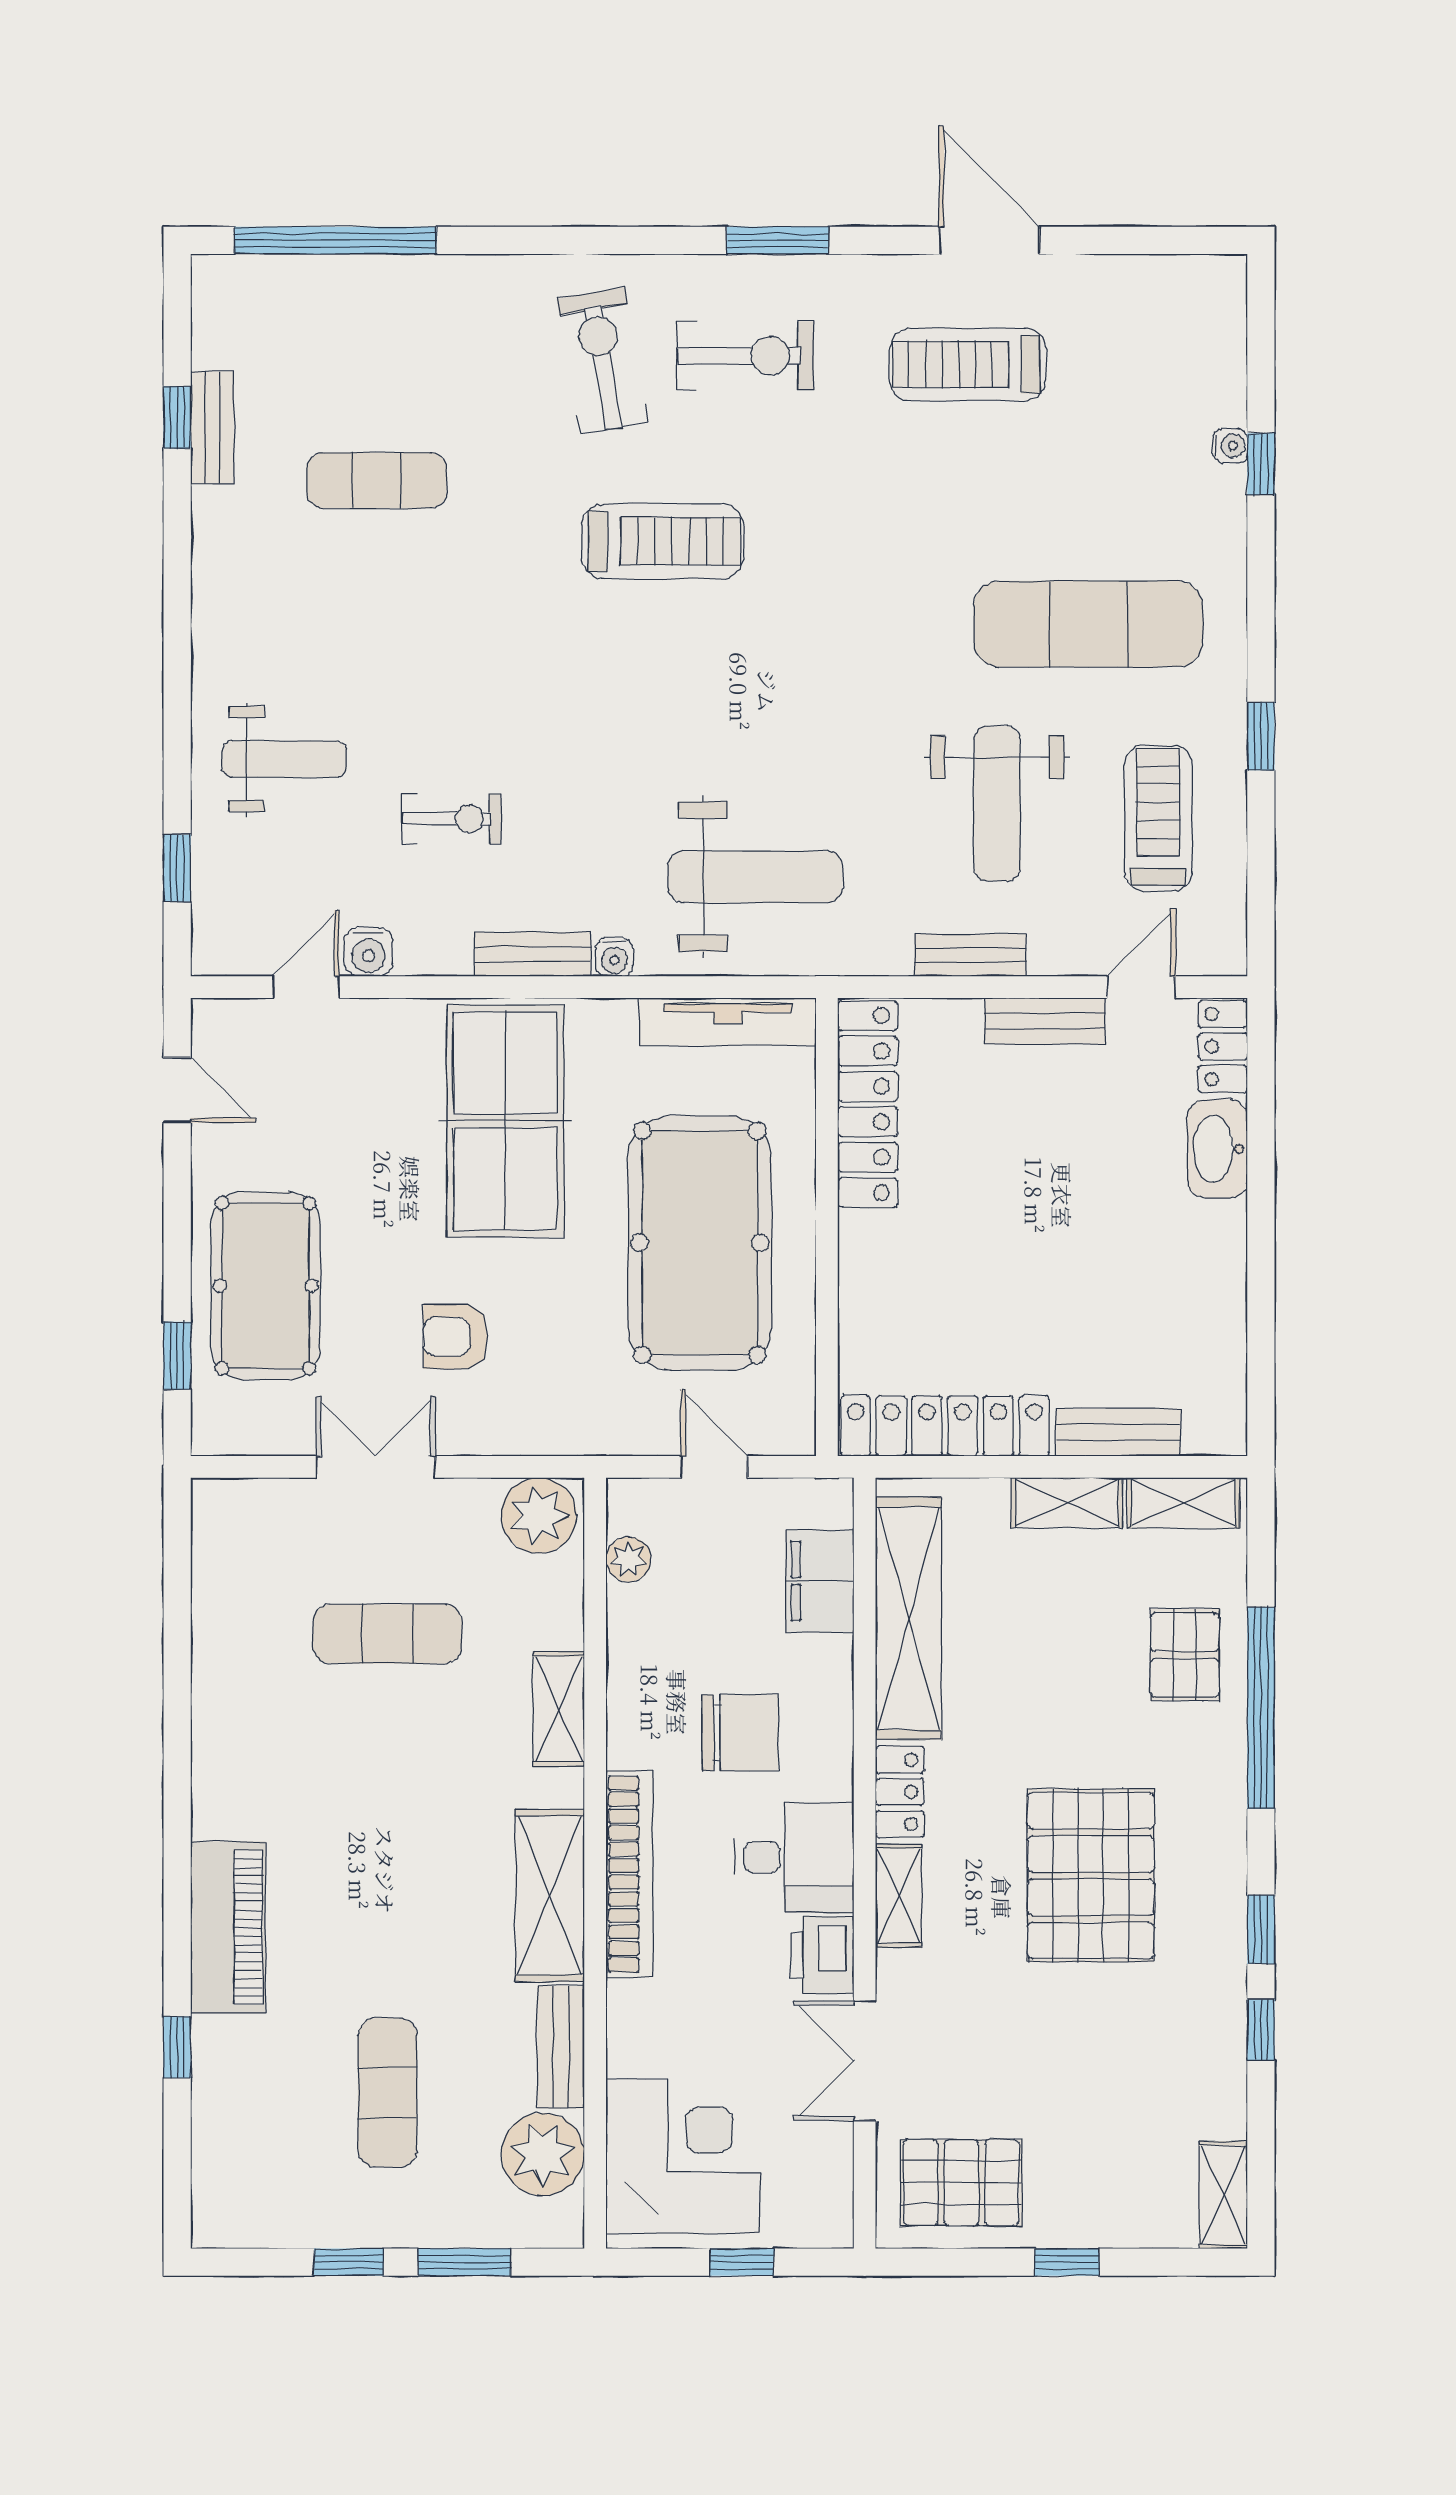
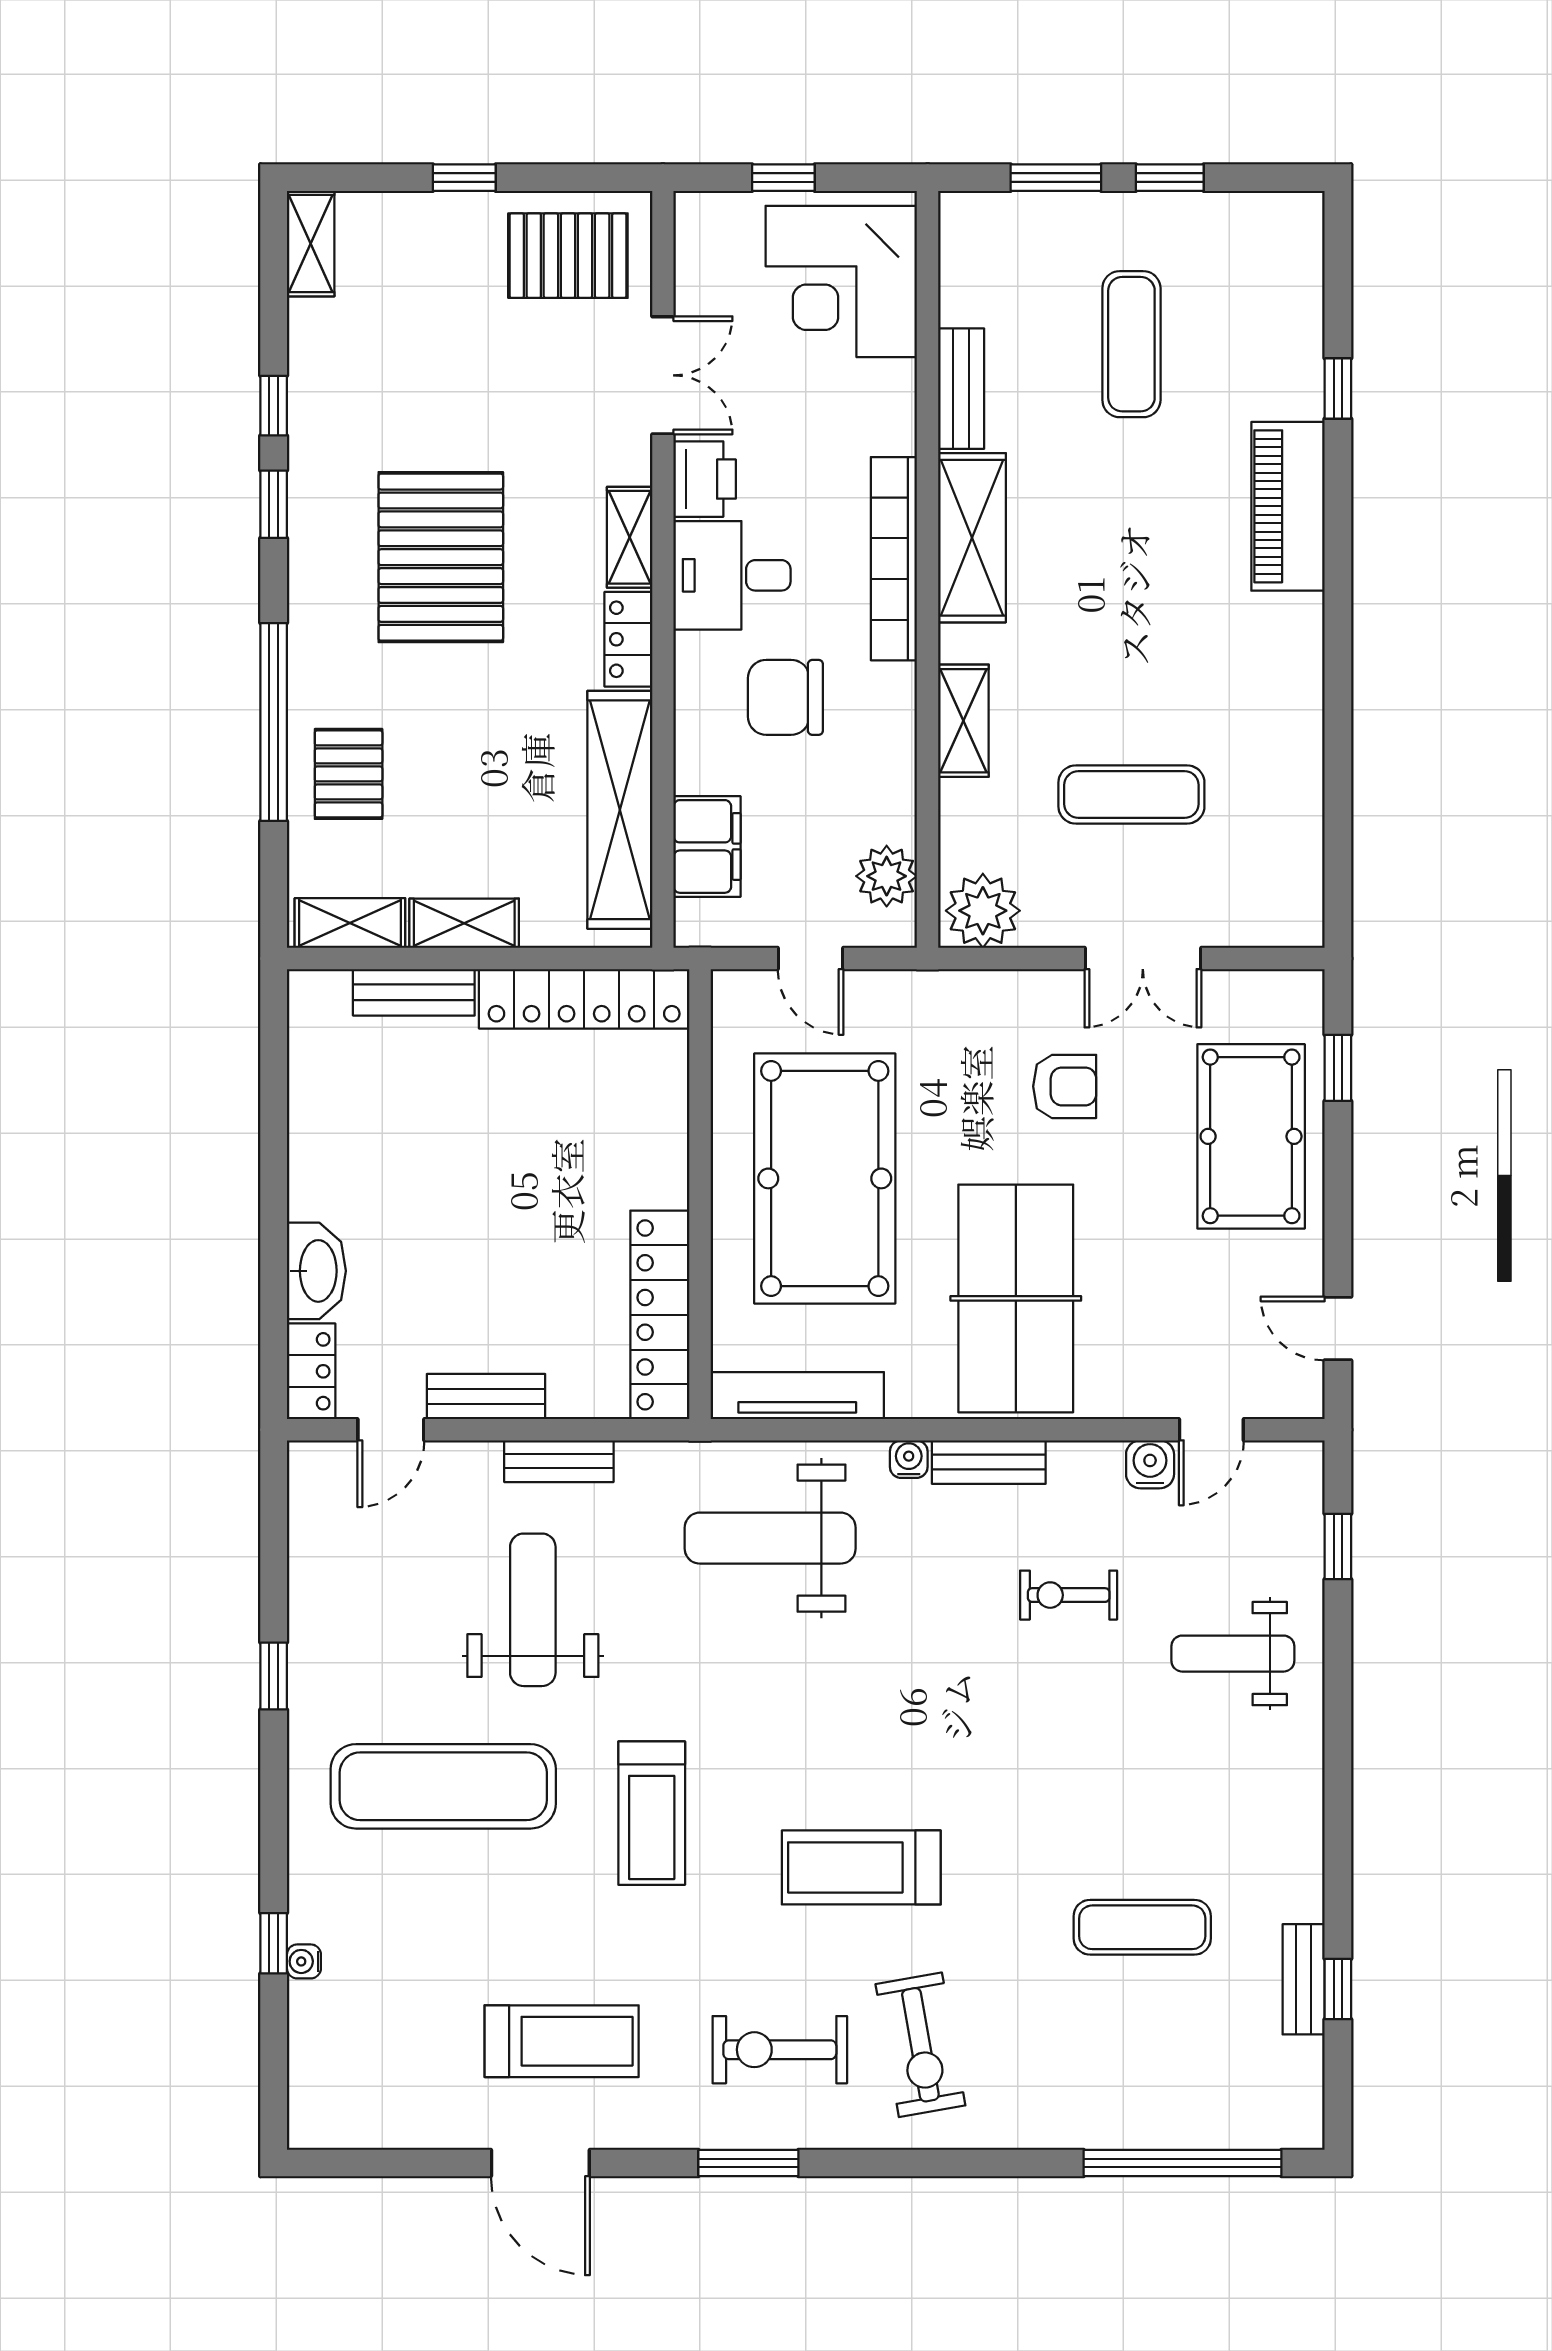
treadmill: (1158, 818) -> (652, 1813), moved
plant: (628, 1559) -> (887, 876), width x1.38, depth x1.38
plant: (543, 2154) -> (979, 284), removed

